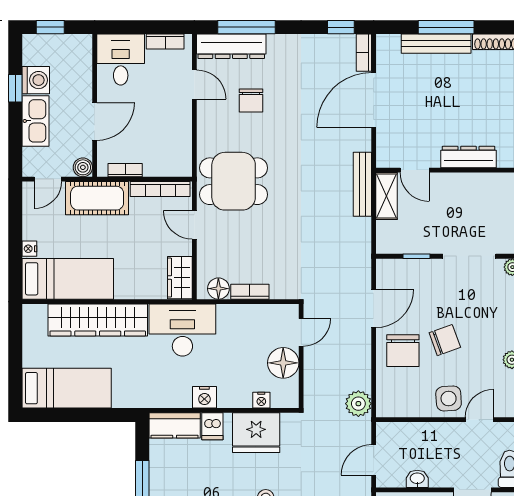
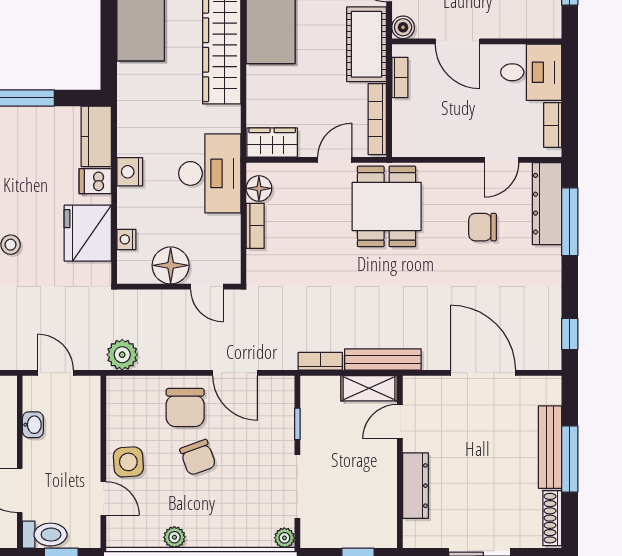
bookcase: (364, 53) -> (320, 361), moved
desk: (182, 330) -> (210, 173), moved
chair: (403, 351) -> (185, 408), turned -90

